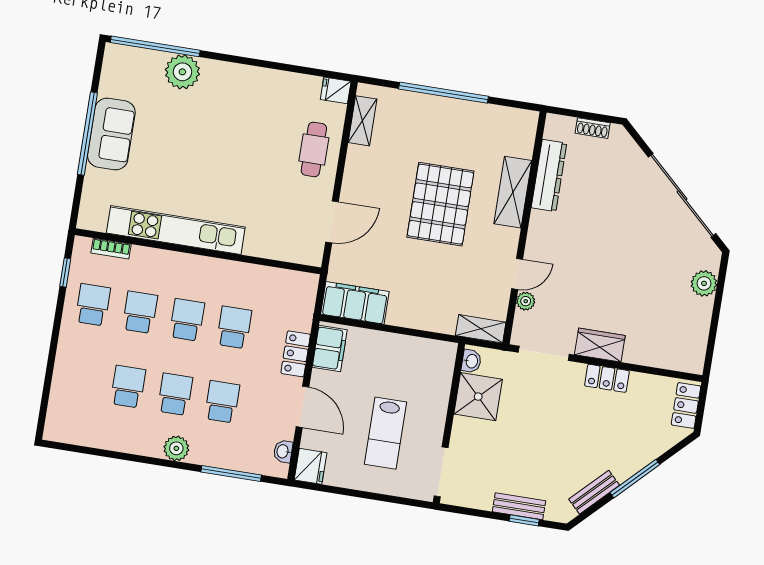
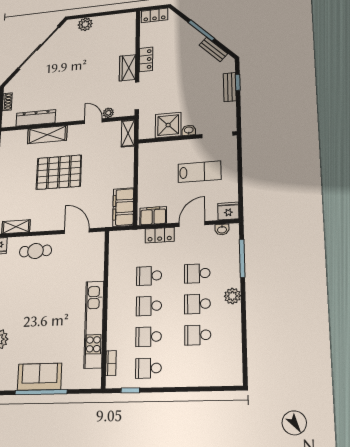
washbasin: (471, 361) -> (189, 130), moved

